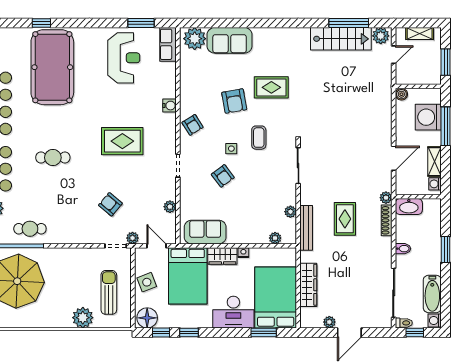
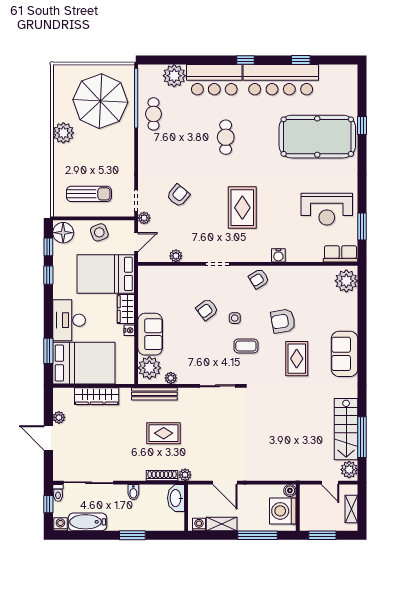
sofa: (230, 40) -> (345, 354), moved
washing machine: (428, 117) -> (283, 511), moved, turned -90
sofa: (205, 232) -> (150, 334), moved
plant: (275, 238) -> (149, 368), width x1.88, depth x1.88
plant: (83, 318) -> (63, 133), moved

